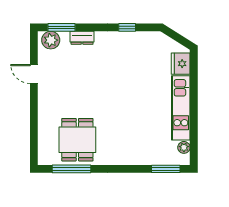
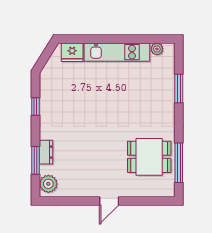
window: (62, 27) -> (35, 160), moved
door: (34, 74) -> (109, 201), moved
window: (166, 169) -> (179, 88), moved

